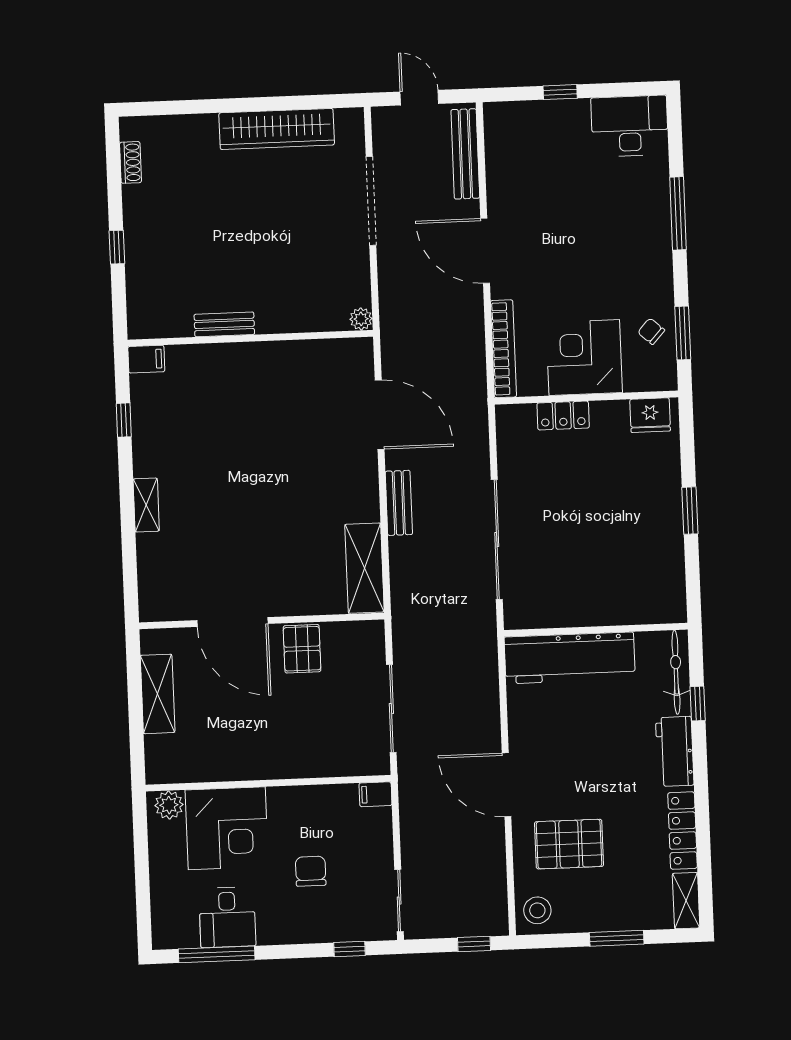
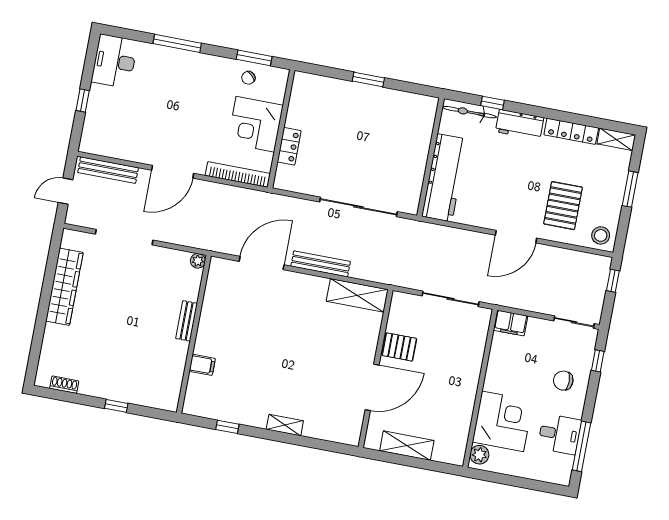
bench: (224, 324) -> (186, 321), moved
filing cabinet: (146, 359) -> (202, 365), moved, turned 90
fridge: (650, 415) -> (302, 91), removed
bench: (399, 503) -> (321, 264), width x1.36
filing cabinet: (375, 794) -> (511, 323), width x2.00
chair: (311, 871) -> (563, 381), moved

